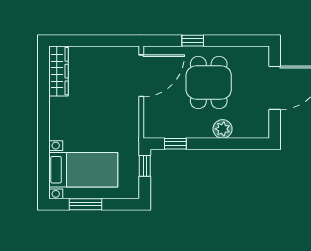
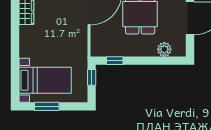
plant: (223, 129) -> (164, 49), moved

